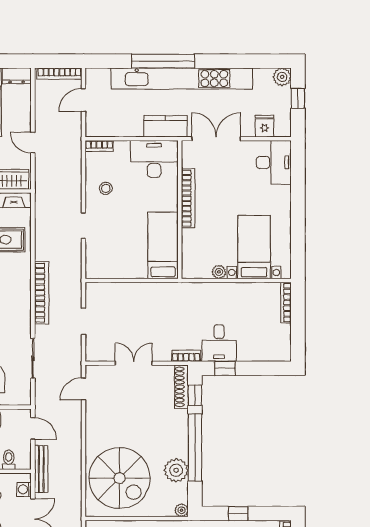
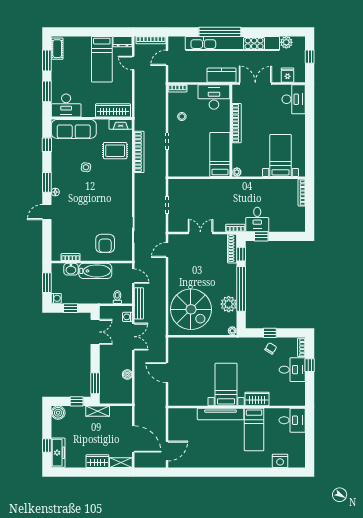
plant: (282, 77) -> (286, 42), moved
door: (33, 143) -> (133, 63), moved
plant: (219, 272) -> (237, 172), moved
bookcase: (42, 293) -> (139, 152), moved

